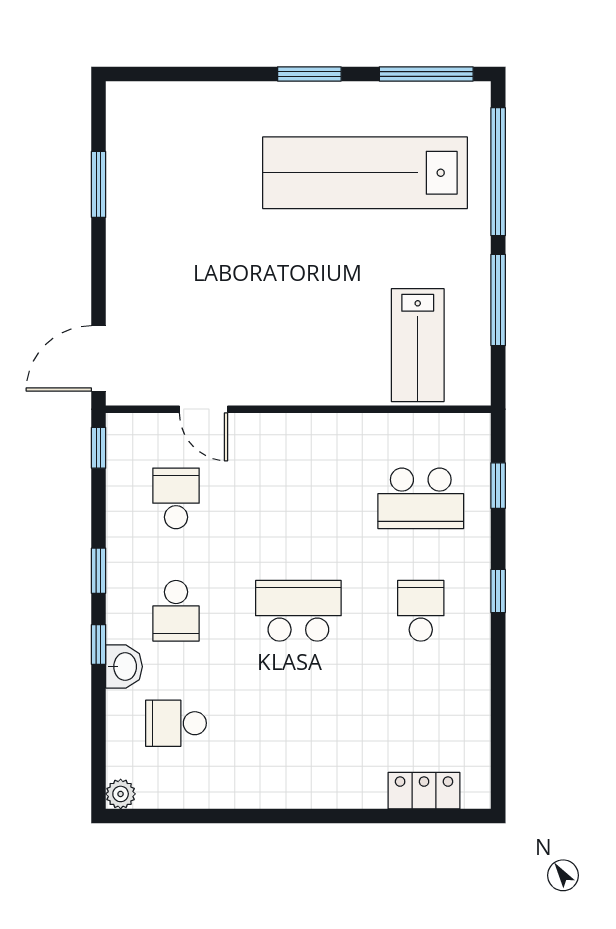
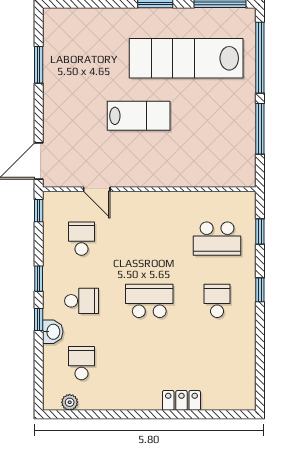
lab bench: (418, 345) -> (139, 116), moved, turned -90
school desk: (176, 611) -> (81, 301), turned -90
school desk: (176, 723) -> (81, 363), turned 90
locker: (424, 791) -> (181, 400), moved
plant: (121, 794) -> (70, 402), moved

